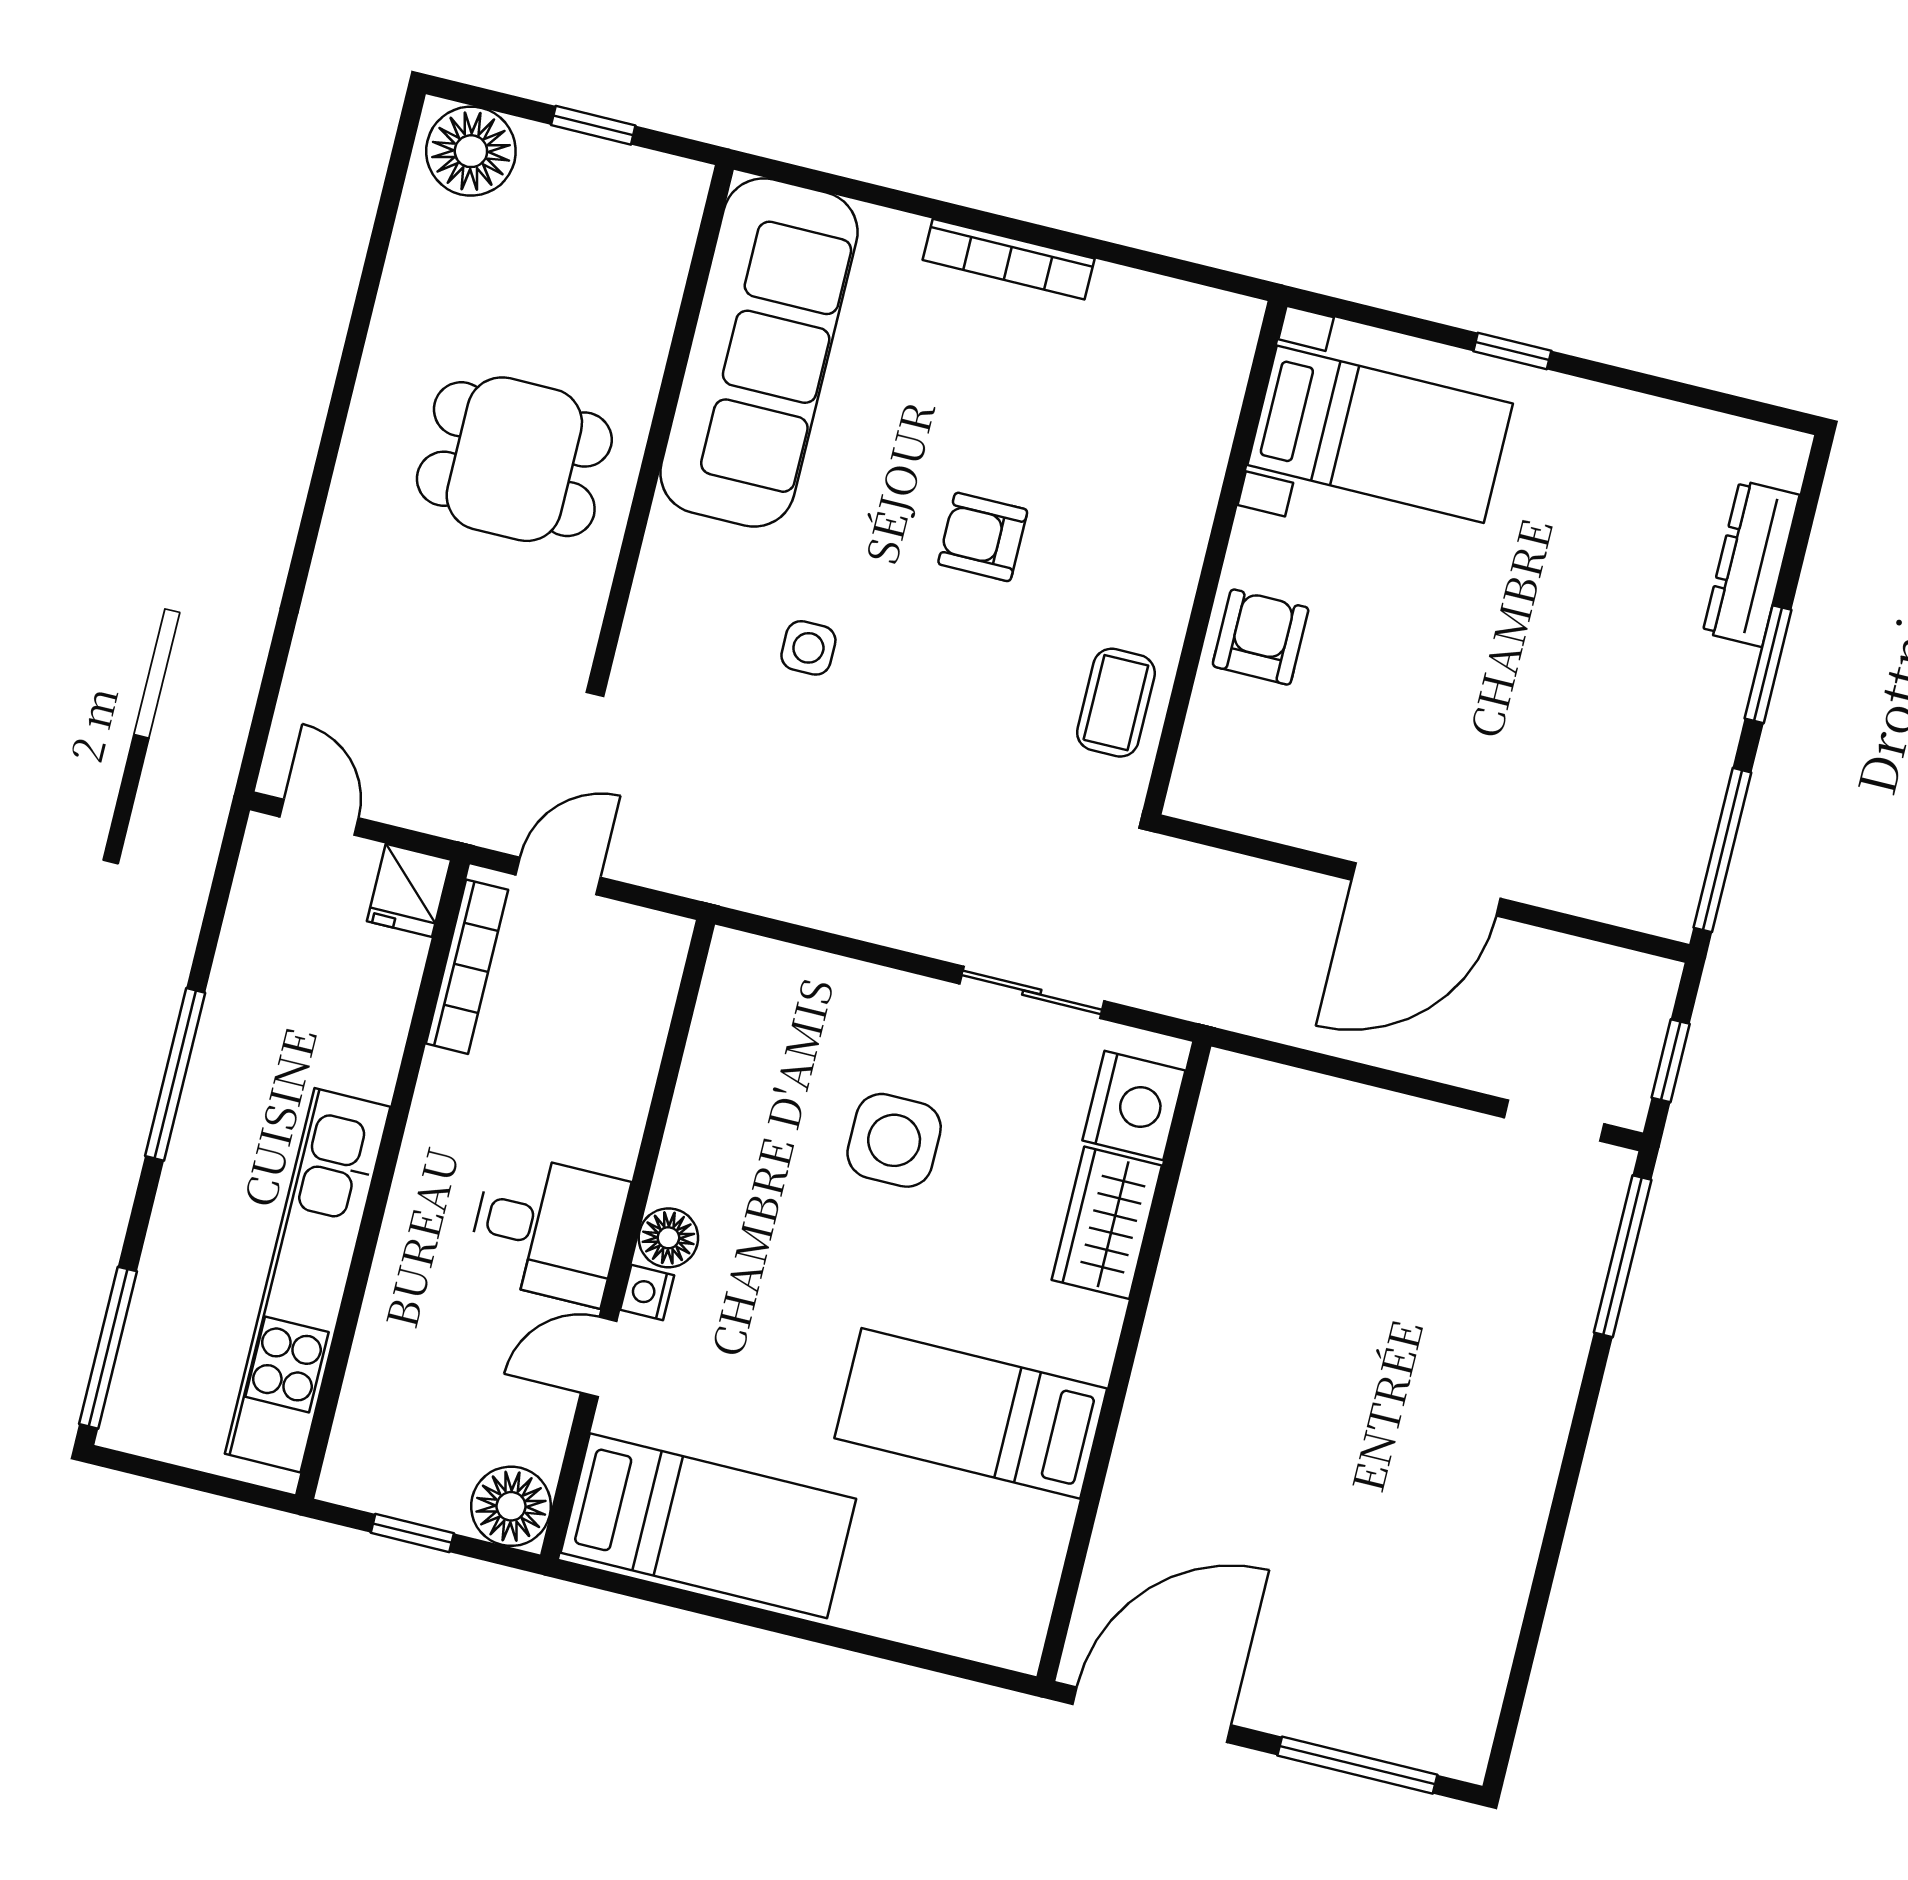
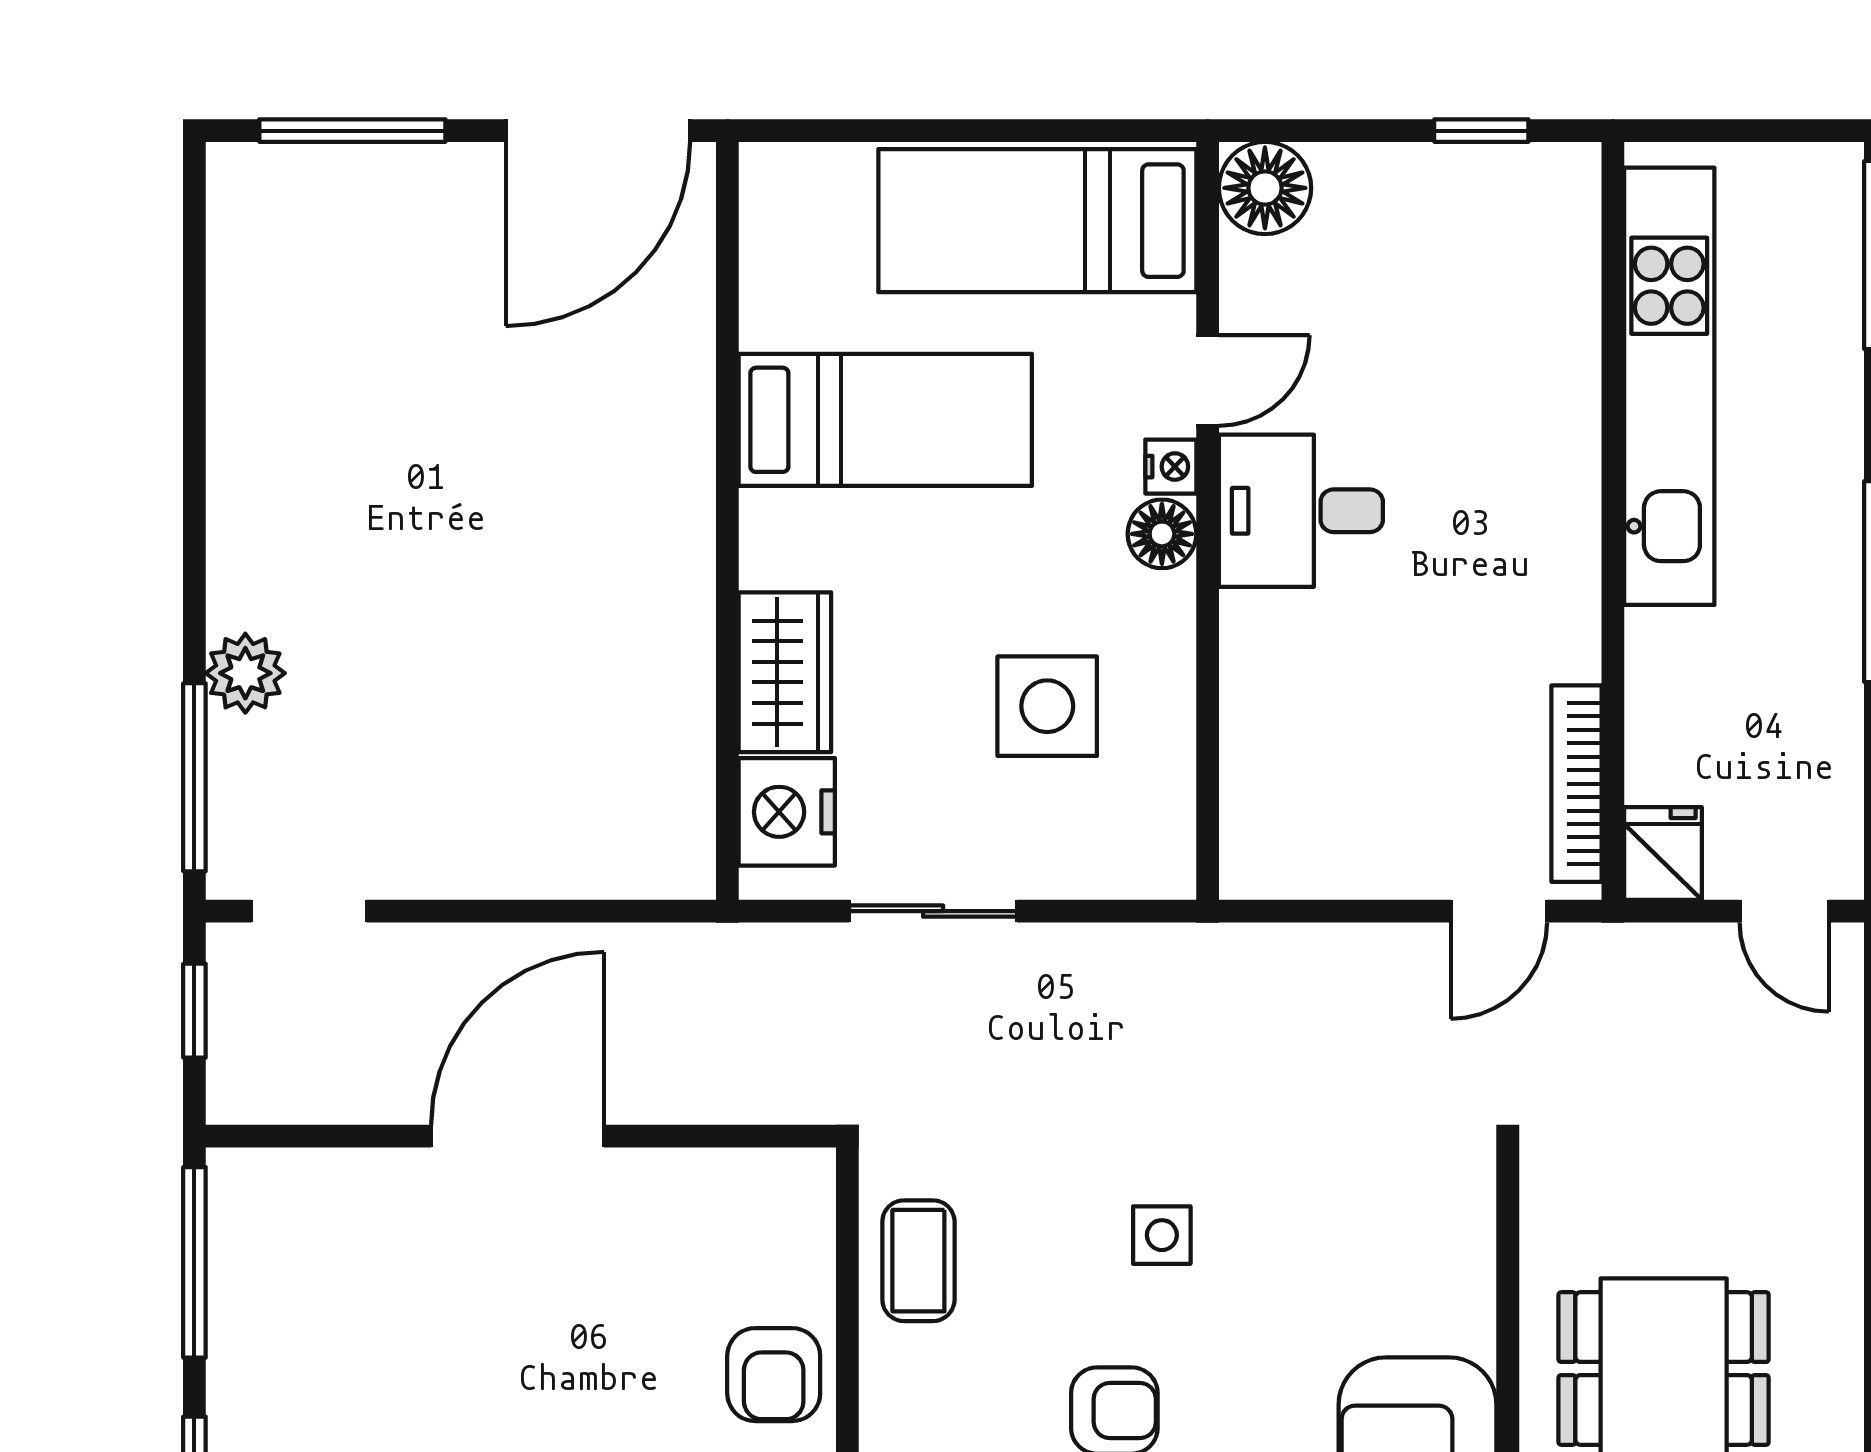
side table: (808, 648) -> (1162, 1235), moved
desk: (547, 1229) -> (1301, 511), moved
floor lamp: (668, 1238) -> (1162, 534), moved
wall: (628, 1239) -> (1208, 521), moved
nightstand: (647, 1292) -> (1171, 467), moved
plant: (1559, 1333) -> (245, 673), added
door: (599, 1357) -> (1208, 380), moved
floor lamp: (511, 1506) -> (1265, 188), moved
bed: (708, 1526) -> (1037, 221), moved

